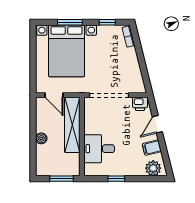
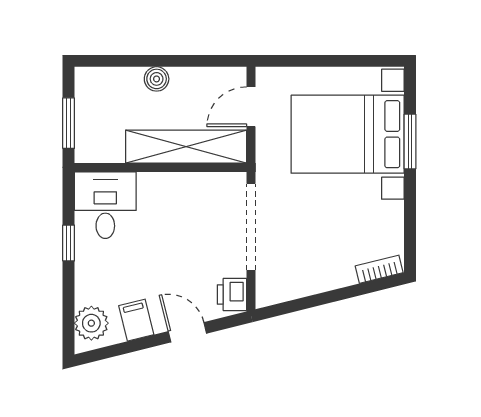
window: (107, 22) -> (410, 223), removed
desk: (99, 149) -> (105, 205), moved

